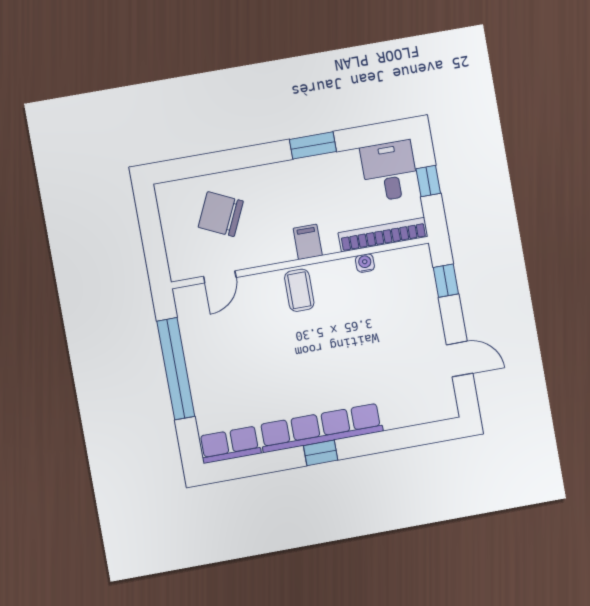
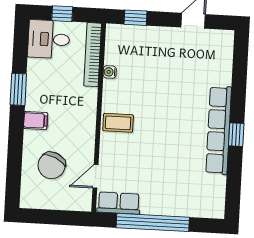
filing cabinet: (308, 242) -> (36, 120), moved, turned 180
door: (220, 277) -> (95, 176), swing flipped
row of seats: (230, 445) -> (119, 203), moved, turned 90

